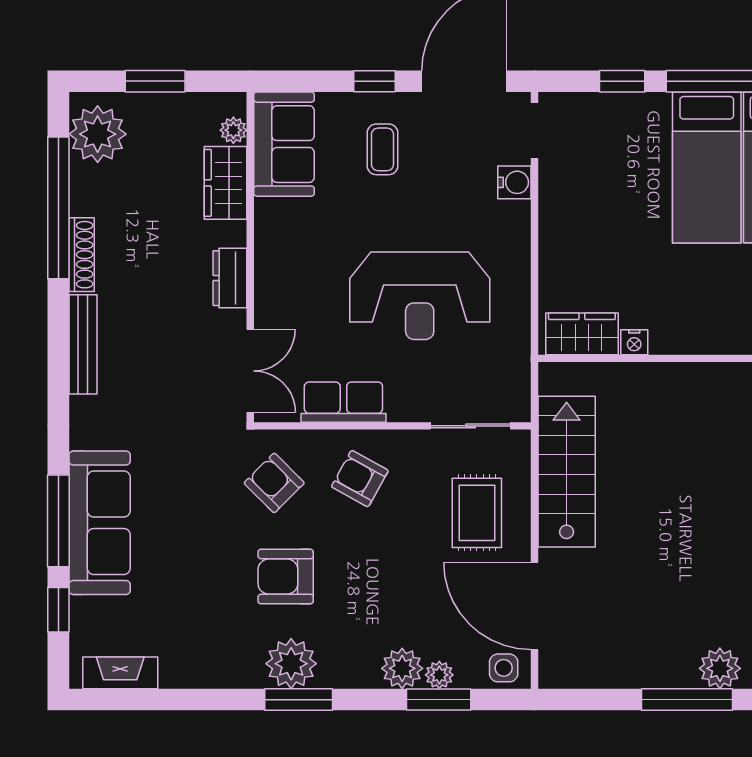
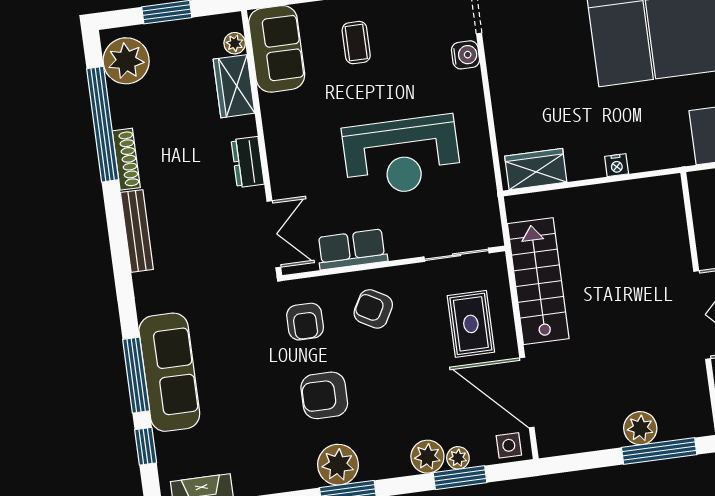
nightstand: (634, 342) -> (617, 165), moved
armchair: (274, 483) -> (305, 322), turned -135
plant: (720, 668) -> (640, 428), moved

